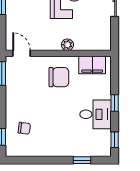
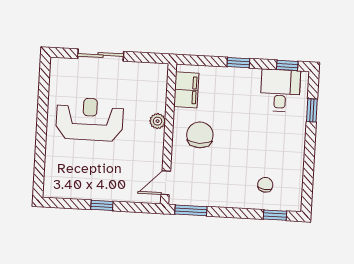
desk: (96, 114) -> (280, 91), moved

